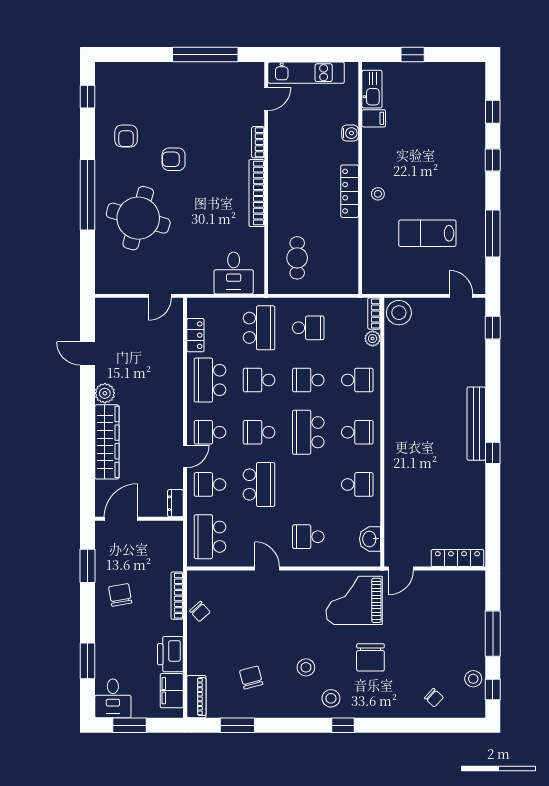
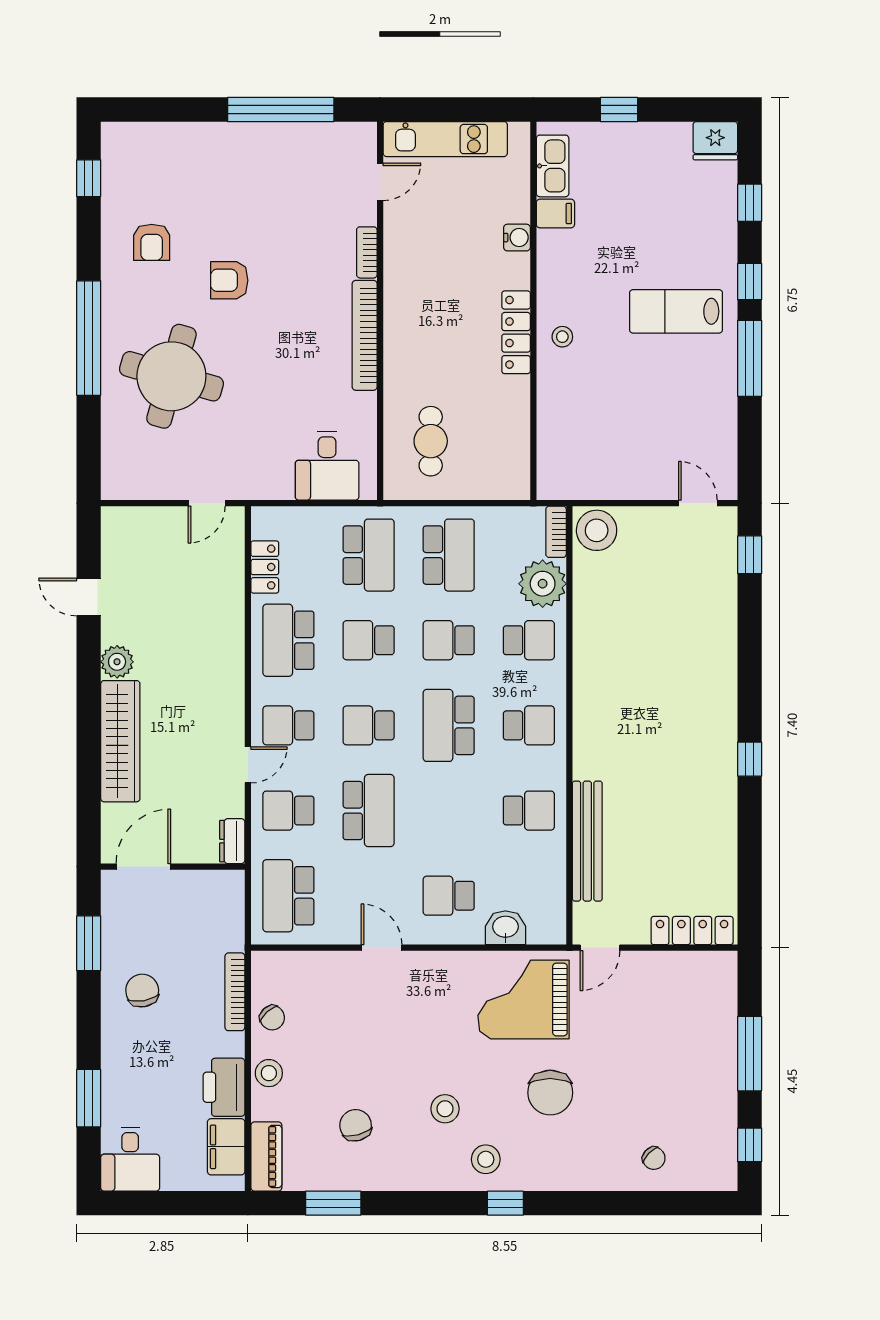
fridge: (472, 74) -> (715, 141), added
lab bench: (427, 233) -> (676, 311), moved
window: (493, 234) -> (750, 358), moved
school desk: (308, 328) -> (449, 555), width x1.85
plant: (373, 339) -> (543, 584), width x1.88, depth x1.88
bench: (476, 424) -> (587, 841), moved
washbasin: (370, 539) -> (505, 928), moved, turned 90
stool: (473, 679) -> (269, 1073), moved
window: (130, 725) -> (157, 1203), removed

